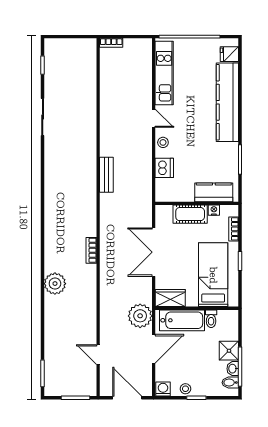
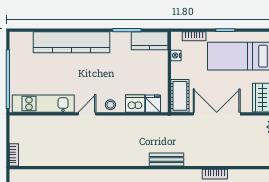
fridge: (229, 54) -> (153, 104), moved, turned 180
bench: (106, 175) -> (167, 160), moved
kitchen counter: (214, 192) -> (150, 41), moved, turned -90
cot: (190, 214) -> (180, 96), moved
double door: (154, 252) -> (217, 114), swing flipped

